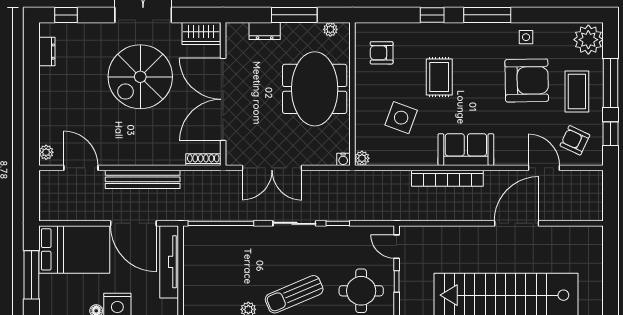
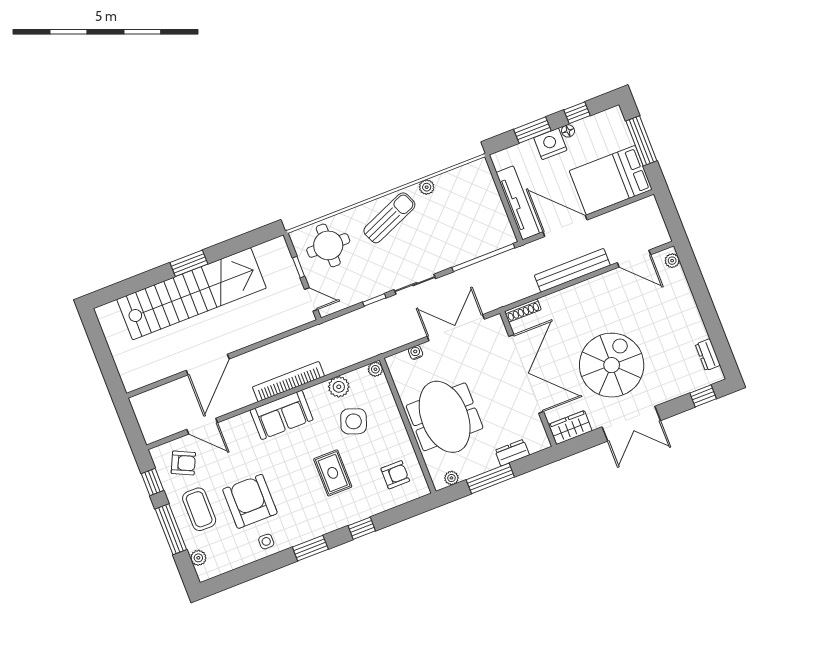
window: (487, 15) -> (310, 548), width x0.69
plant: (588, 40) -> (198, 558), width x0.53, depth x0.53
armchair: (527, 80) -> (250, 501), turned 91
plant: (402, 155) -> (339, 387), added
water cooler: (343, 159) -> (416, 352), moved

